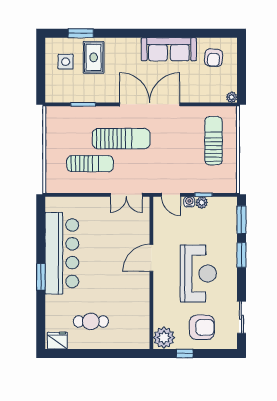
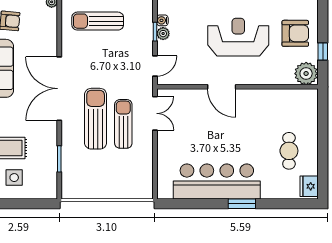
sun lounger: (90, 164) -> (123, 124), moved
water cooler: (189, 202) -> (162, 20), moved
armchair: (202, 327) -> (295, 33), turned 90

